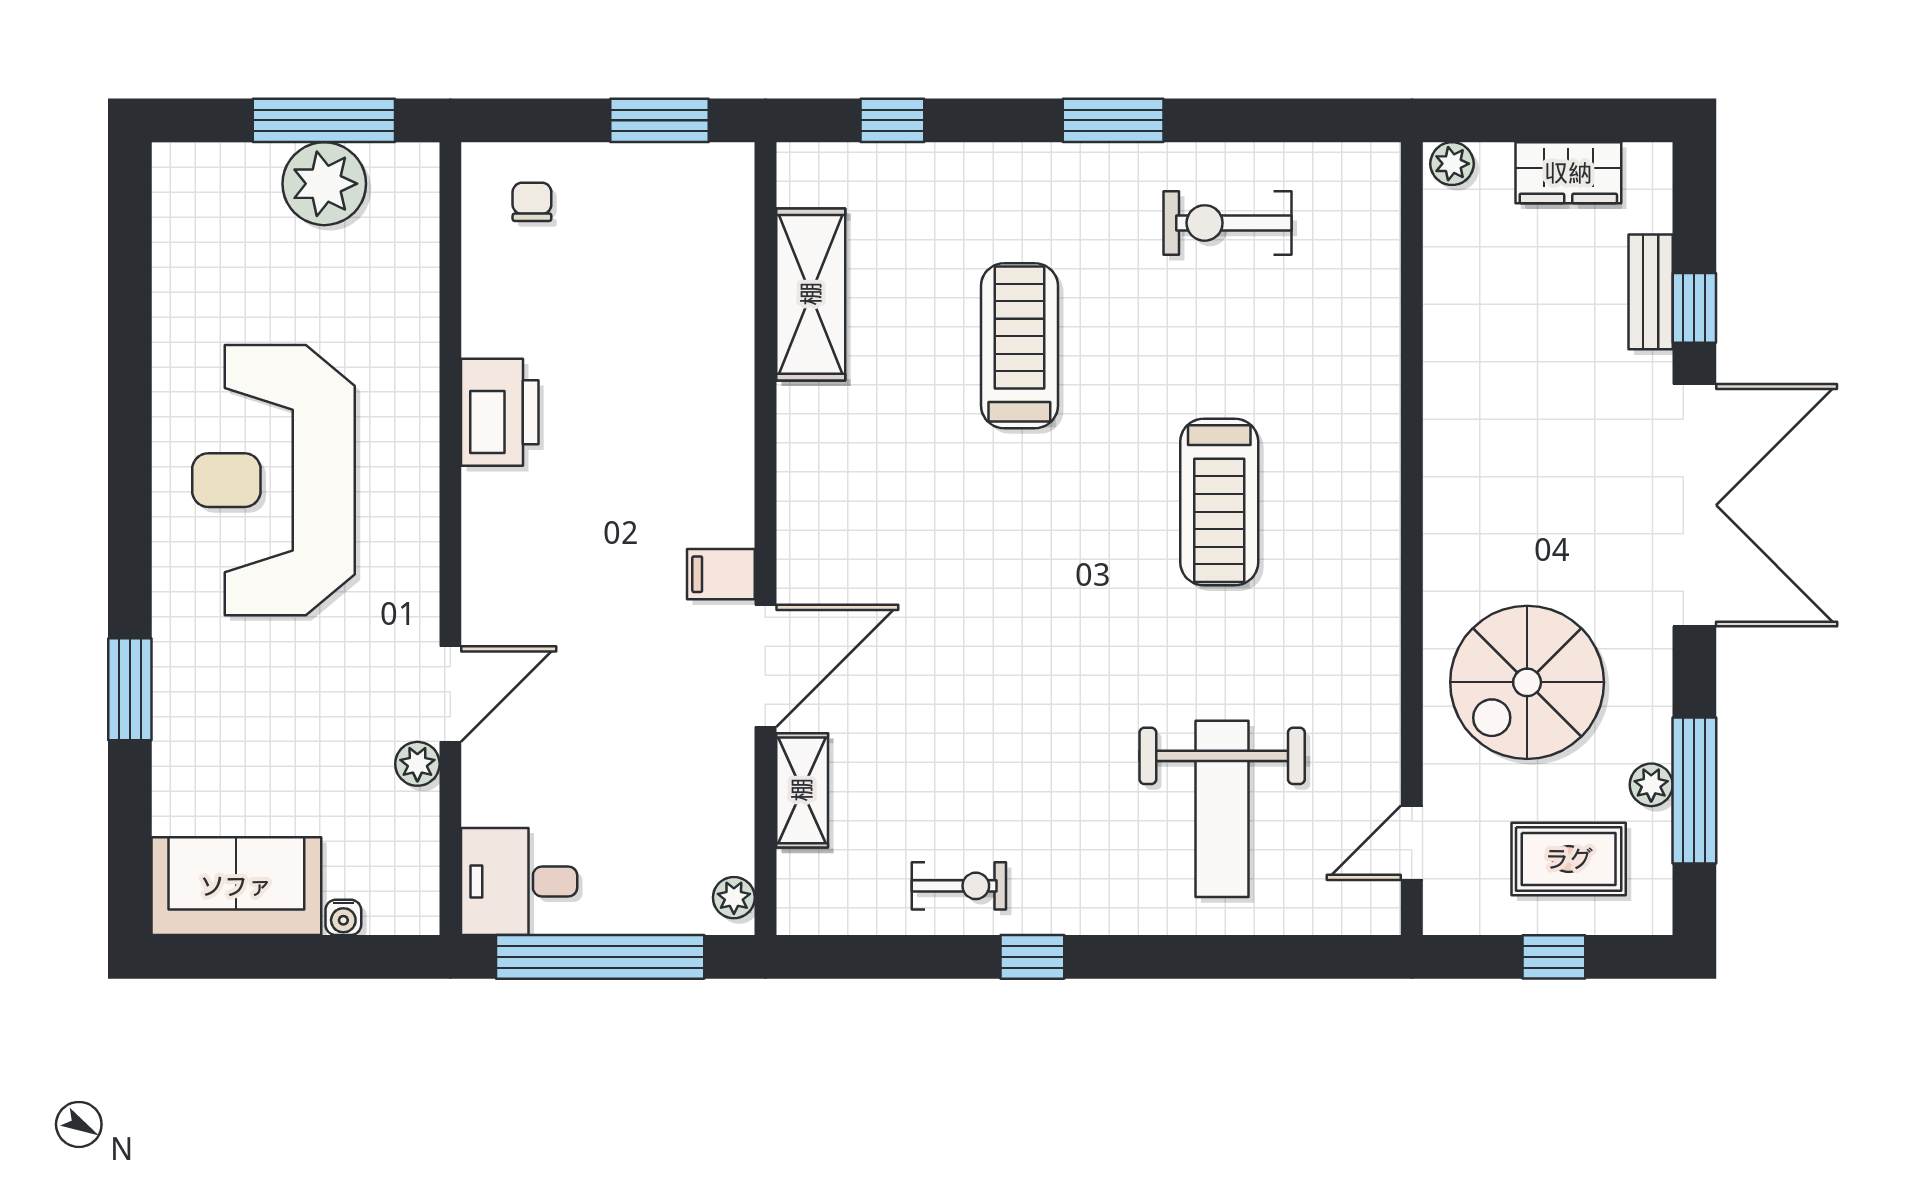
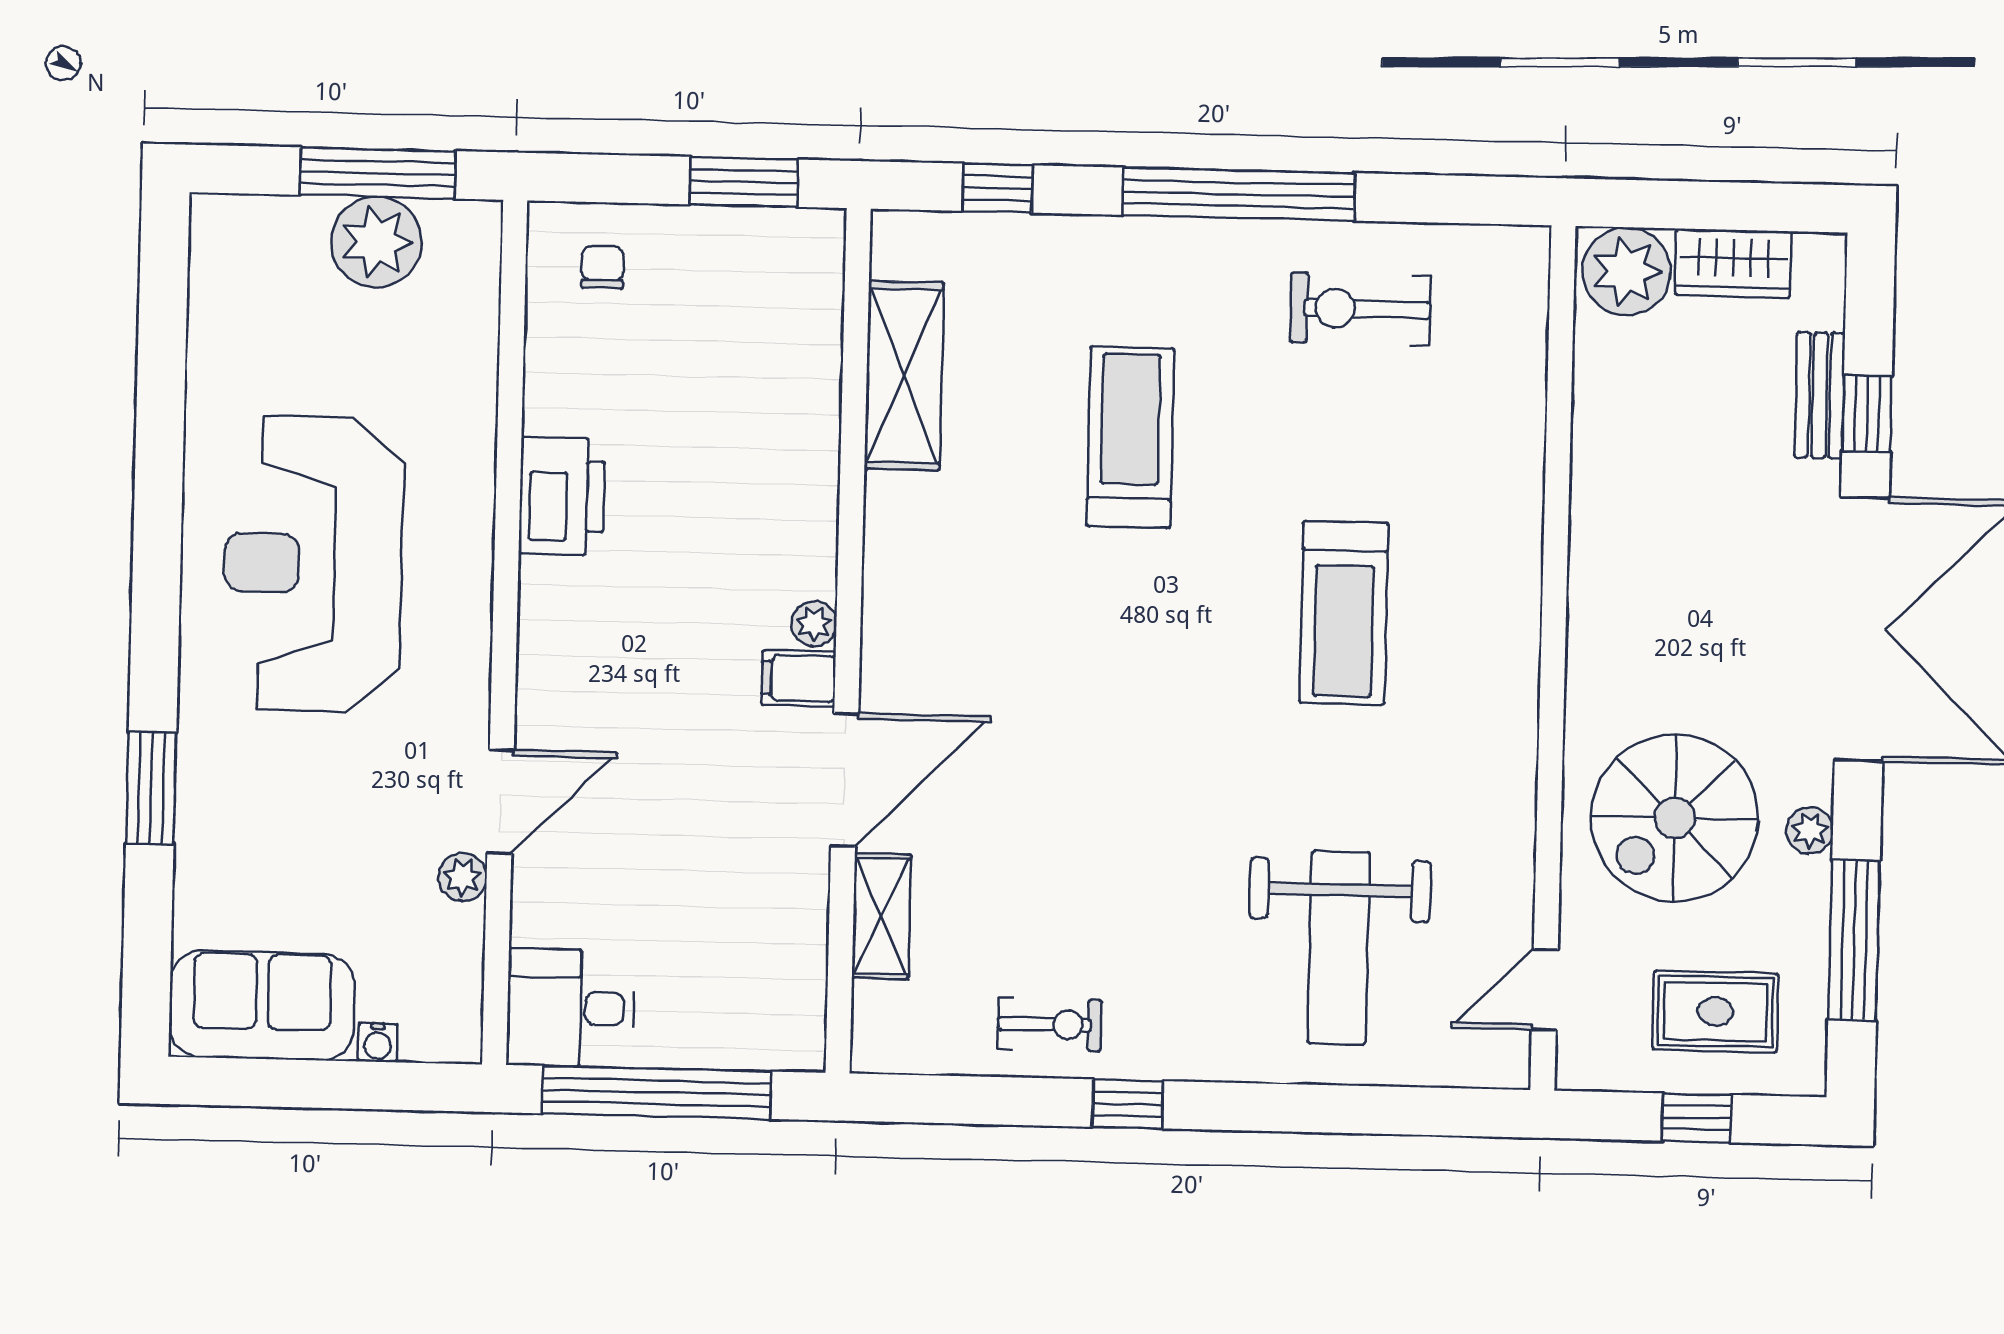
window: (1113, 120) -> (1238, 194), width x2.11
plant: (1452, 164) -> (1627, 271), width x1.88, depth x1.88
plant: (1651, 785) -> (1810, 830), moved
plant: (734, 898) -> (814, 624), moved

